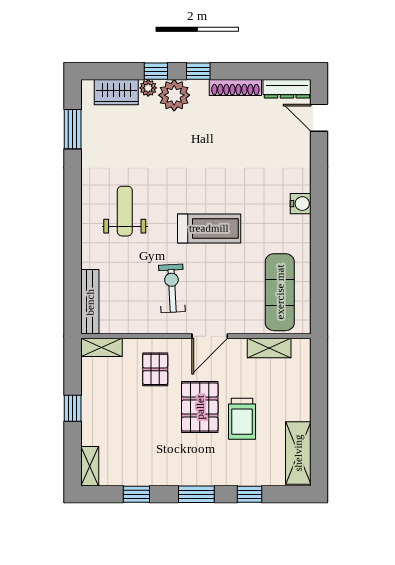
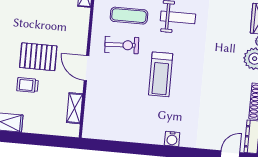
exercise mat: (280, 292) -> (129, 16), moved, width x0.73, depth x0.69
pallet: (155, 369) -> (67, 28), removed
trolley: (242, 419) -> (28, 85), width x0.73, depth x0.72

